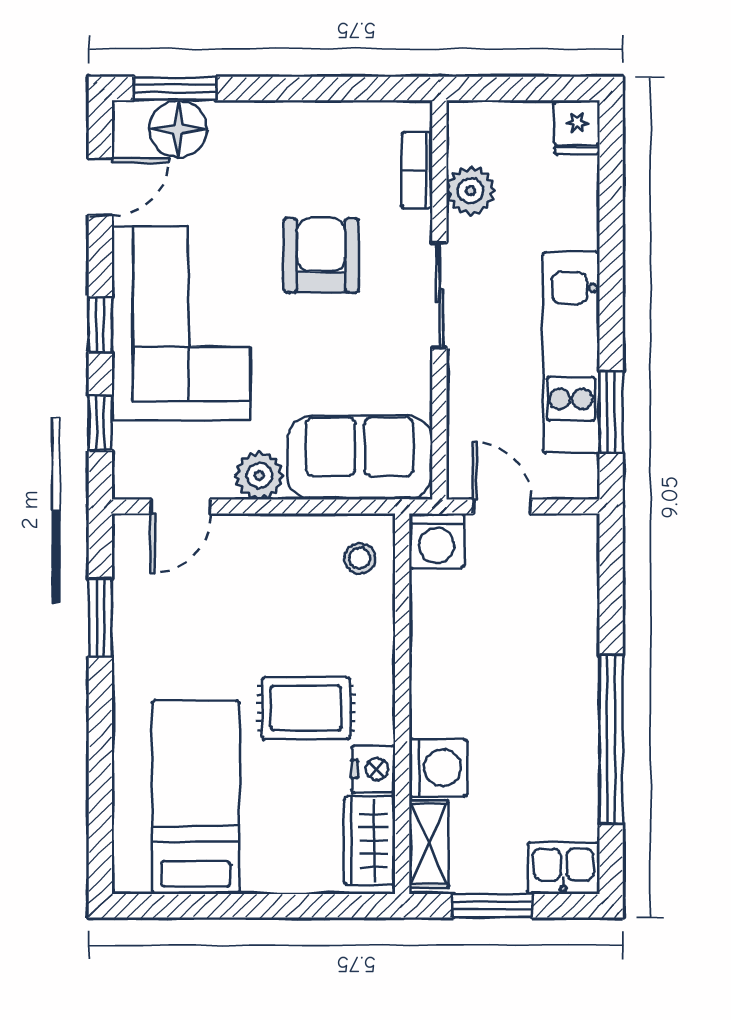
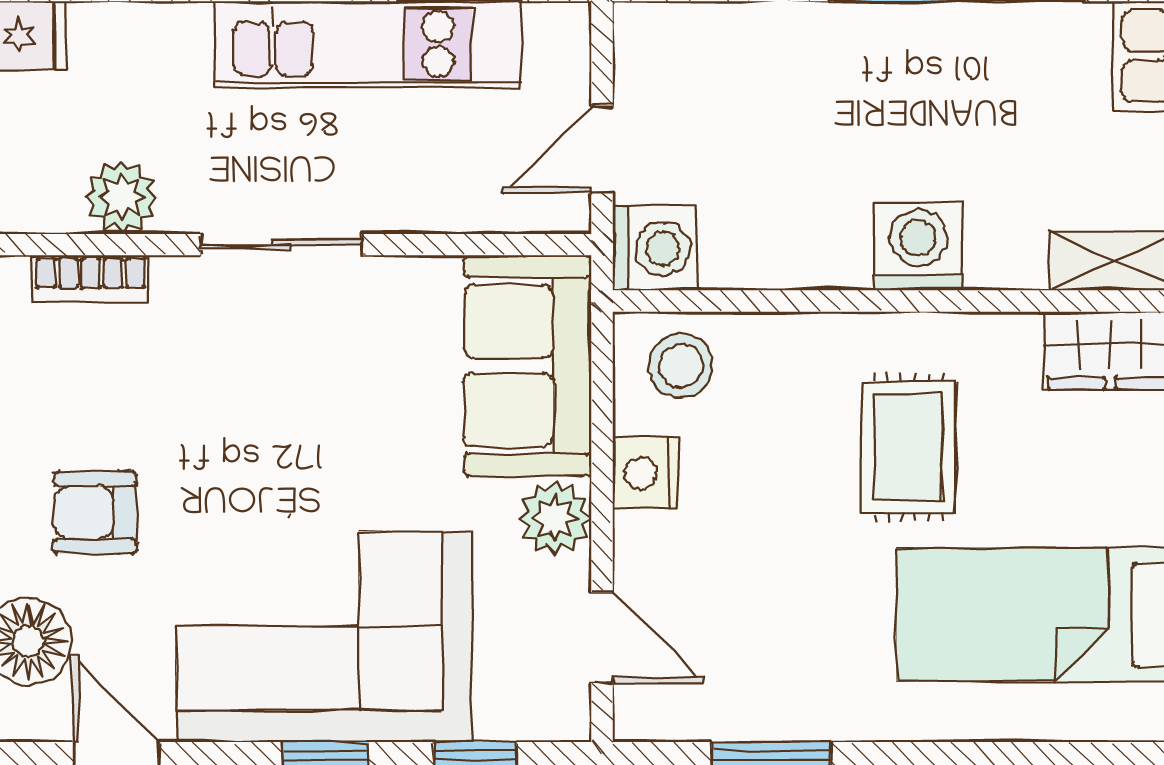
armchair: (321, 255) -> (95, 513), moved, width x0.72, depth x0.72
stool: (360, 558) -> (681, 366), width x1.37, depth x1.37
washing machine: (438, 768) -> (918, 247), moved
nightstand: (373, 769) -> (646, 473), moved, turned -90

